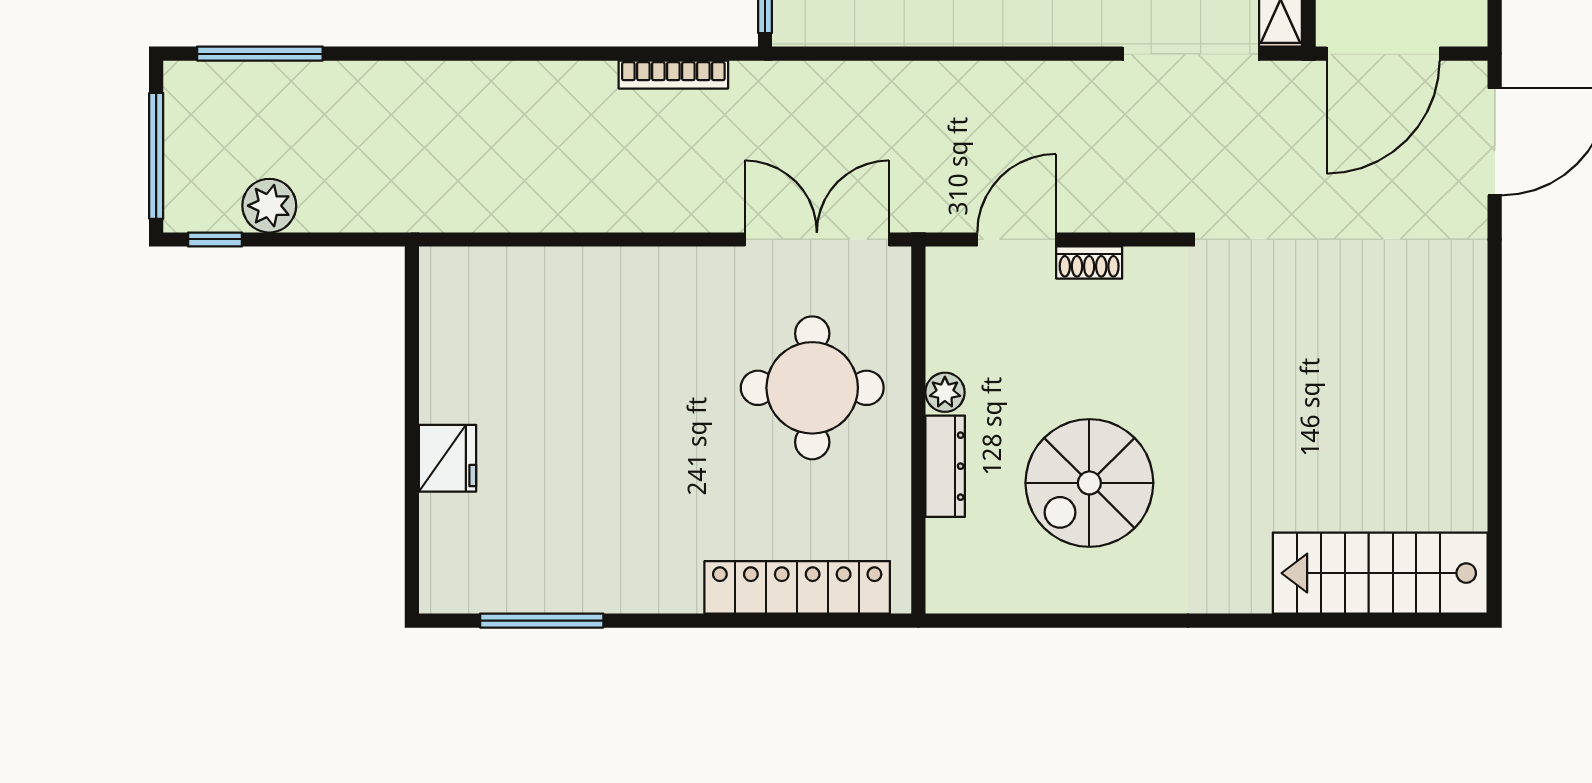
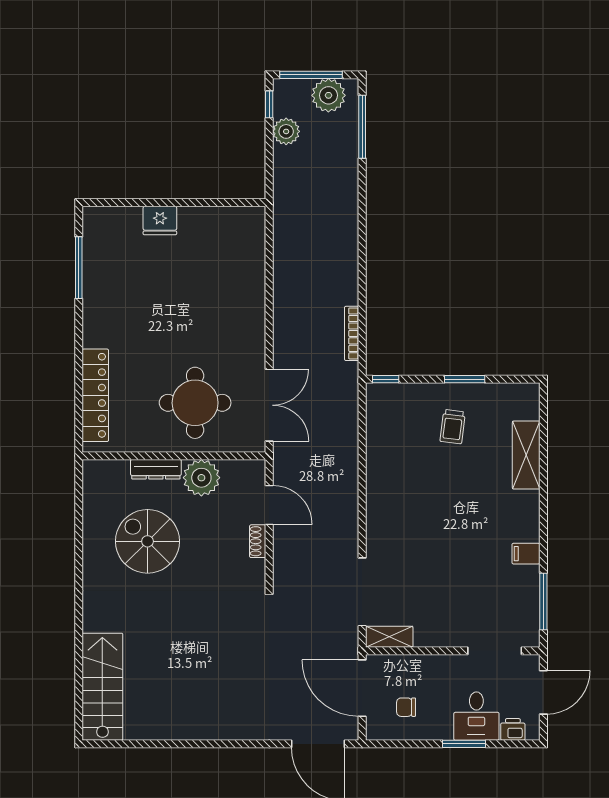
plant: (197, 121) -> (328, 95), added
plant: (945, 392) -> (201, 478), width x1.88, depth x1.88

